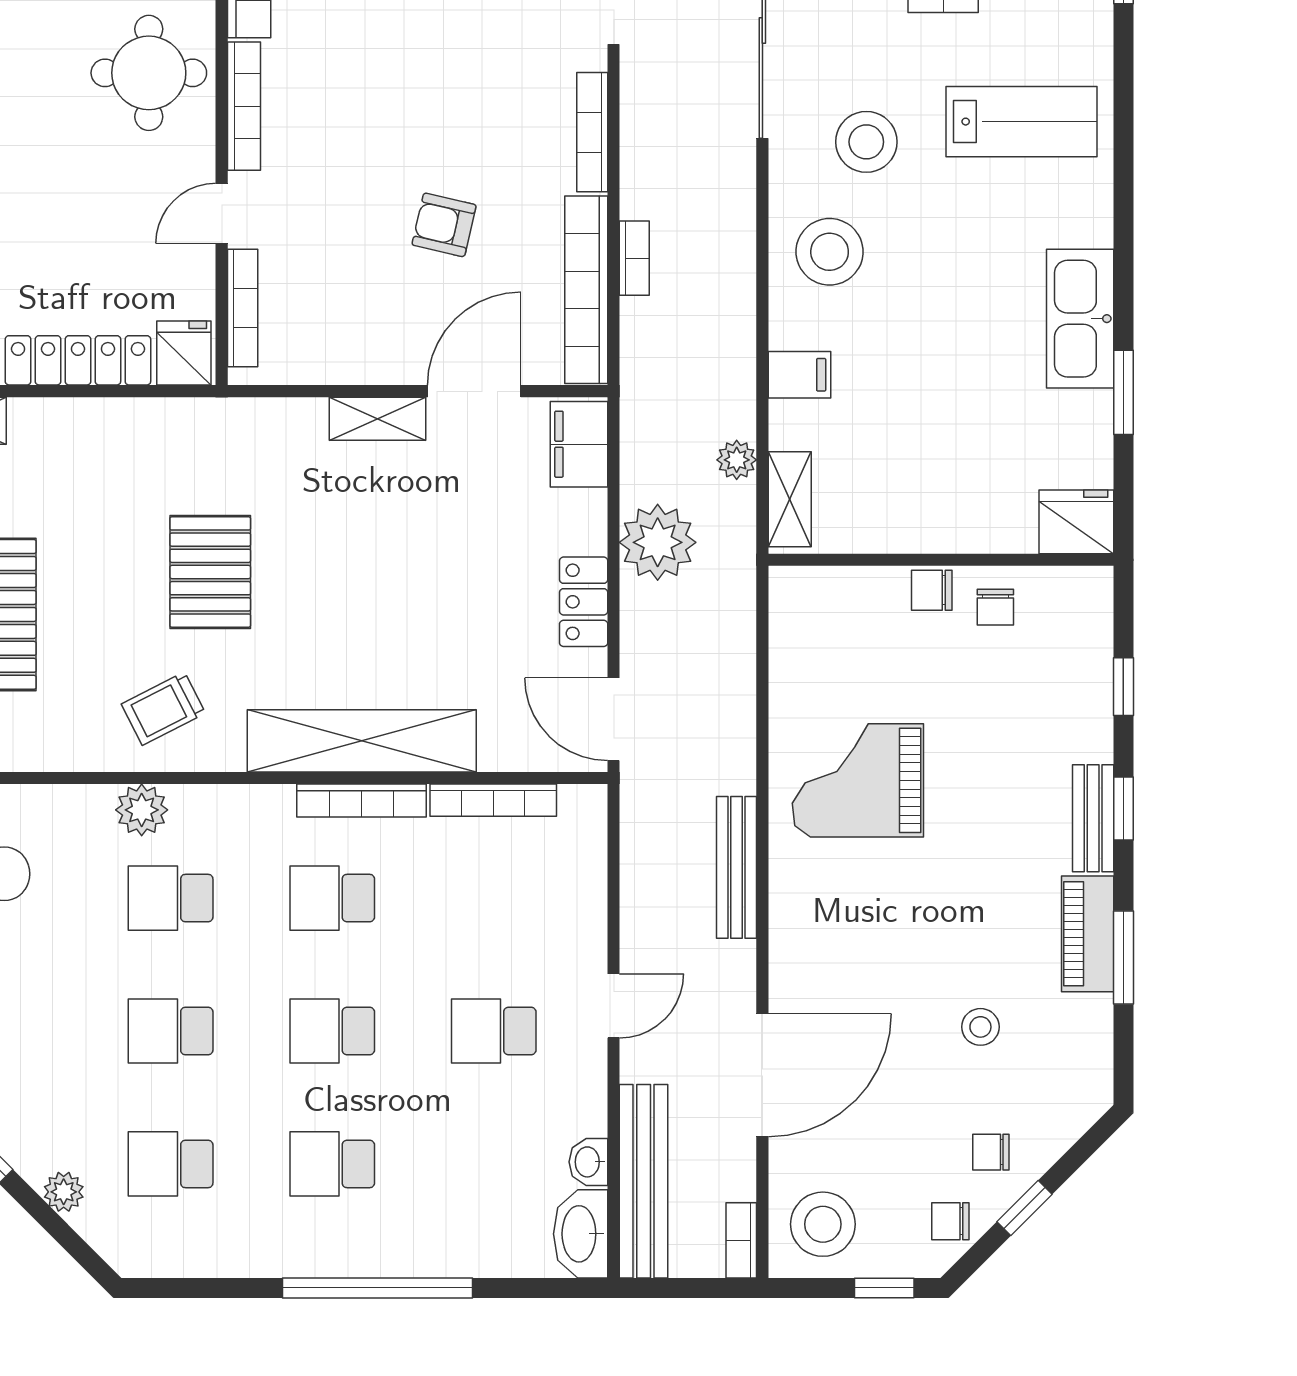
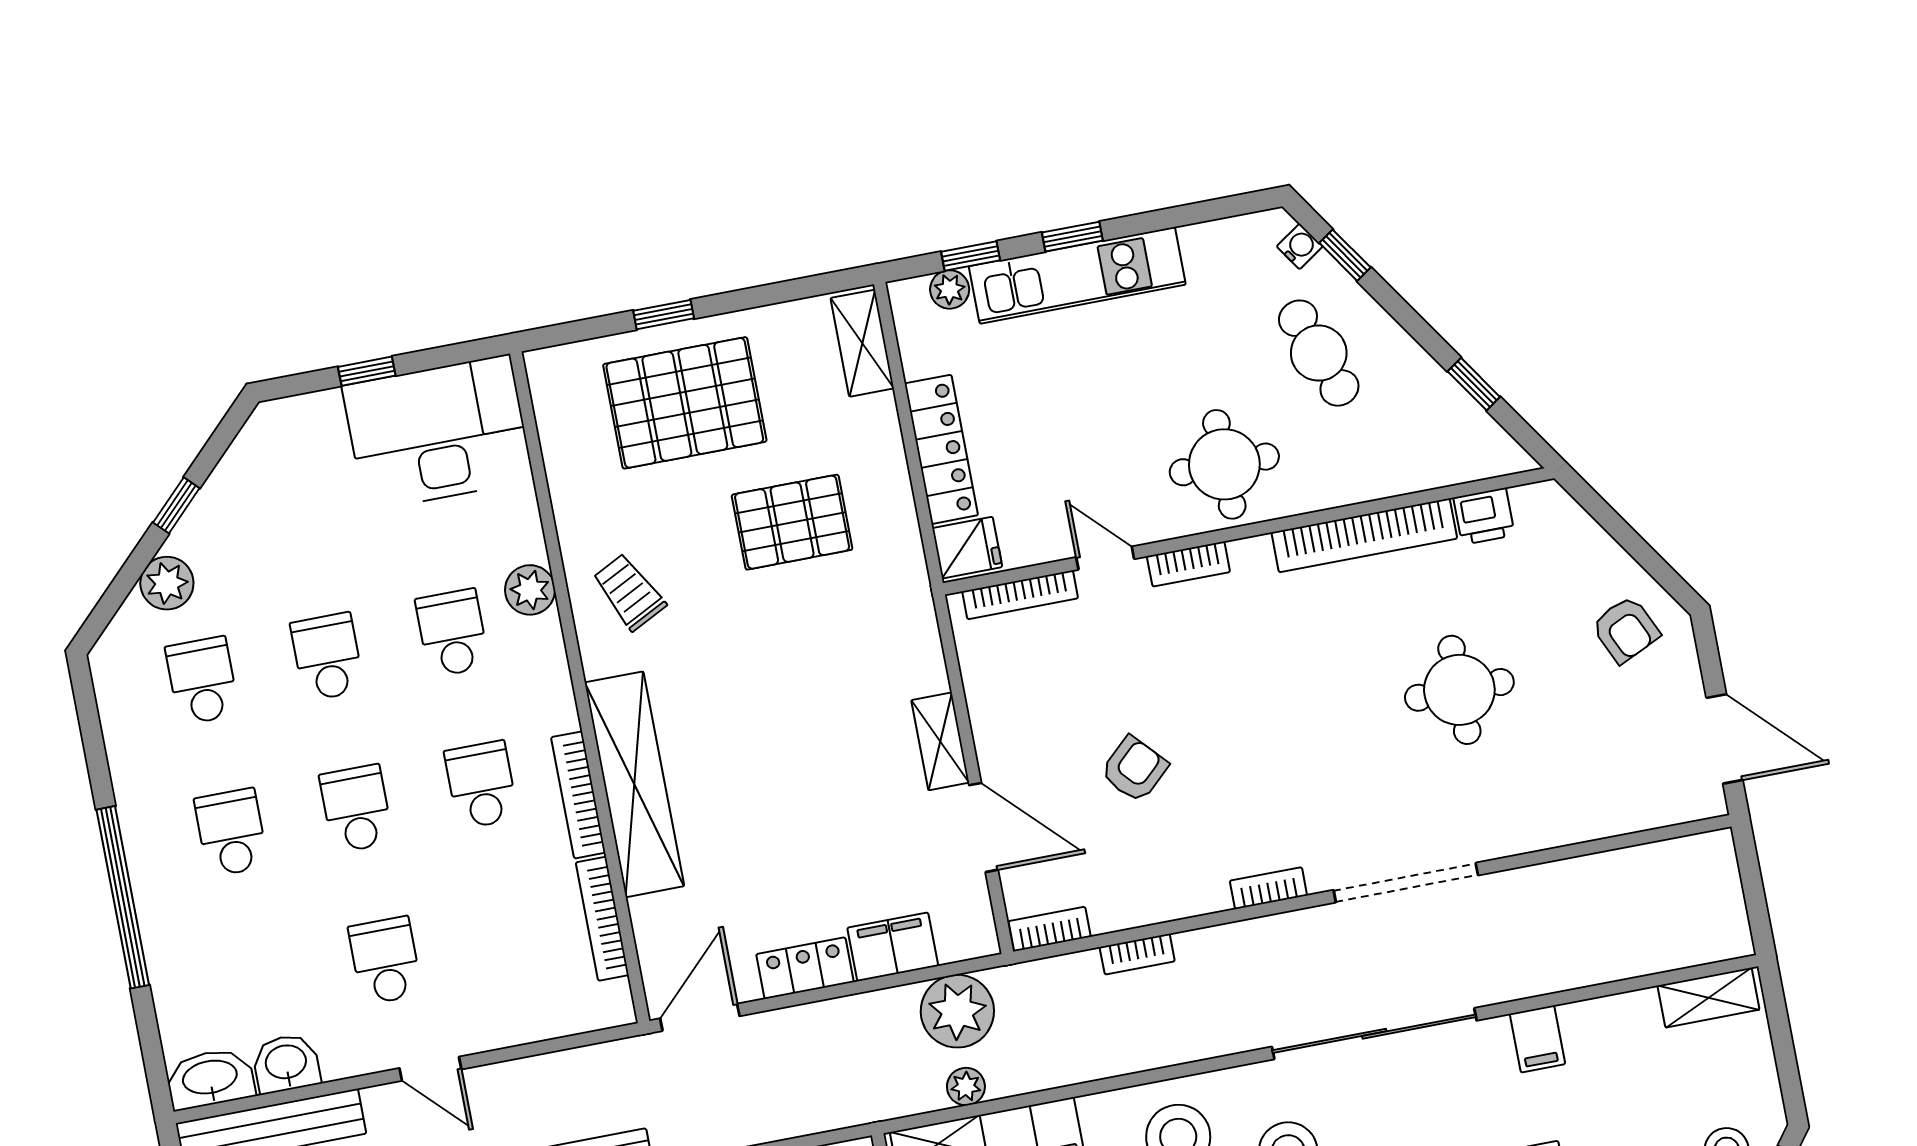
bookcase: (244, 106) -> (1188, 564), width x0.64
bookcase: (592, 132) -> (1268, 888), width x0.64
armchair: (444, 225) -> (1134, 769), turned 34
bookcase: (586, 290) -> (1050, 929), width x0.43, depth x0.76
filing cabinet: (579, 444) -> (893, 947), moved
plant: (658, 542) -> (957, 1011), moved
pallet: (210, 572) -> (792, 522), moved
washbasin: (588, 1162) -> (286, 1063), width x1.38, depth x1.45
plant: (64, 1192) -> (167, 583), width x1.38, depth x1.38

